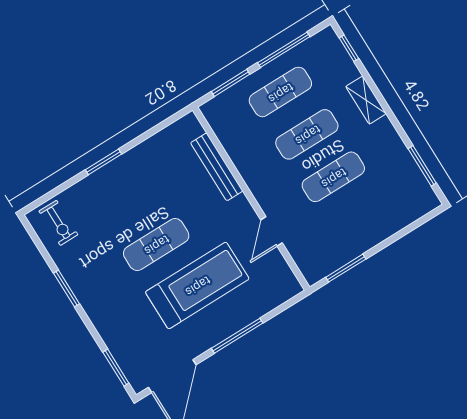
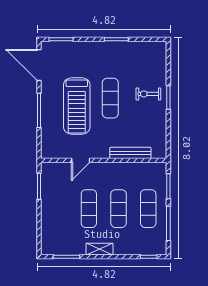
shelving: (366, 100) -> (99, 249), moved
exercise bike: (58, 223) -> (148, 94), moved
door: (272, 231) -> (81, 160), swing flipped

